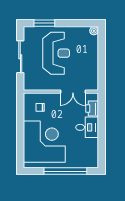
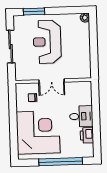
reception desk: (56, 53) -> (47, 42), turned 180
double door: (73, 92) -> (51, 81), moved
printer: (92, 109) -> (87, 135), moved

